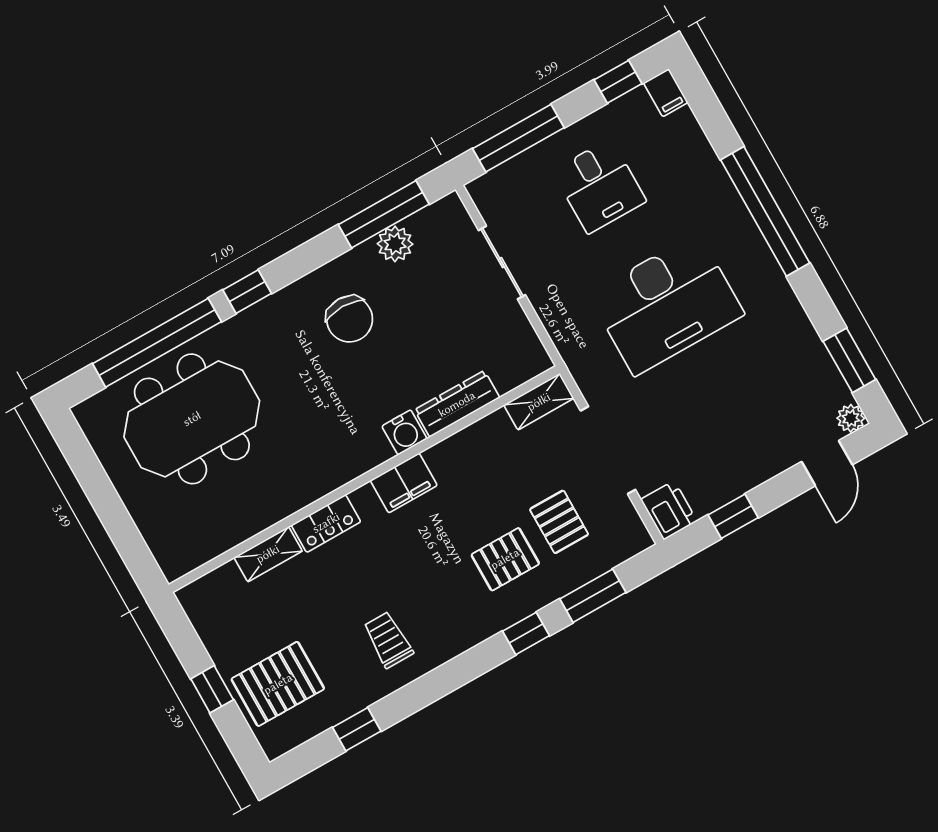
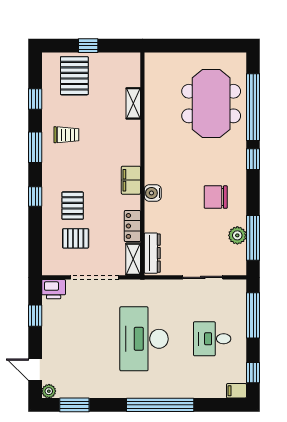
dresser: (457, 404) -> (152, 253), moved
locker: (326, 523) -> (132, 226), moved
window: (593, 596) -> (35, 147), moved

